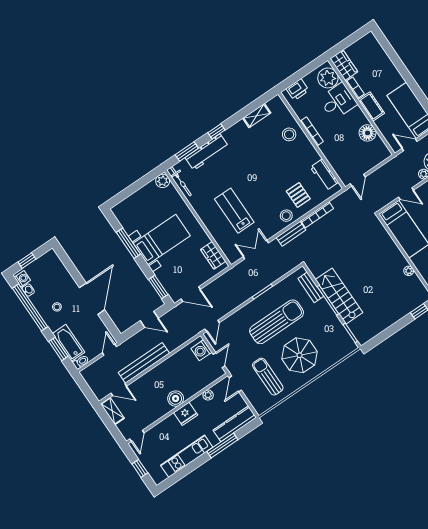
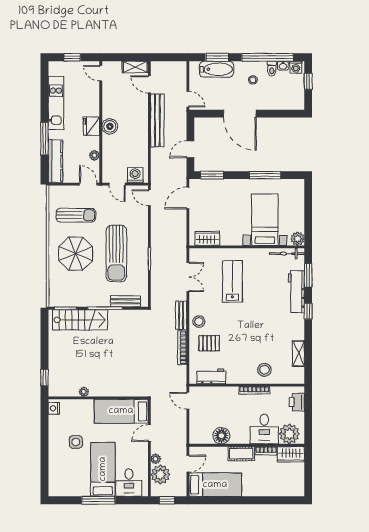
lab bench: (234, 211) -> (232, 281), turned -90
bed with nightstands: (162, 239) -> (265, 220), moved, turned 180
stairs: (339, 296) -> (80, 320), moved
toilet: (81, 362) -> (272, 69), moved
door: (119, 390) -> (149, 84), hinge flipped

